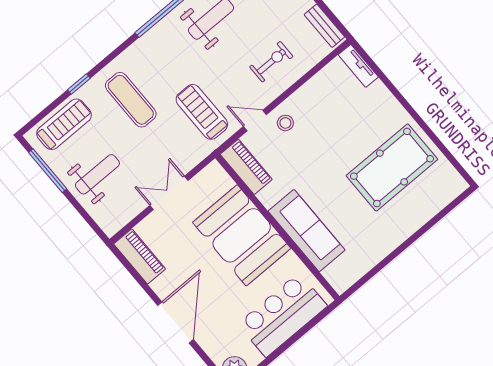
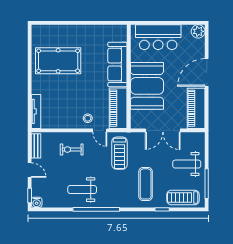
tv unit: (358, 66) -> (36, 111), width x1.41
piano: (246, 167) -> (118, 108), width x1.37, depth x1.33
double door: (169, 193) -> (163, 130), width x1.37
piano: (140, 256) -> (196, 108), width x1.37, depth x1.33

